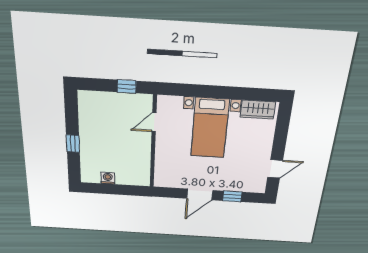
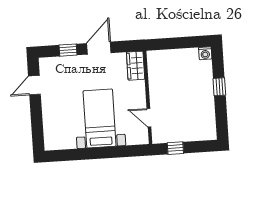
wardrobe: (258, 110) -> (136, 66), moved, turned -90
door: (154, 122) -> (149, 118), swing flipped
washing machine: (108, 178) -> (205, 53), moved

